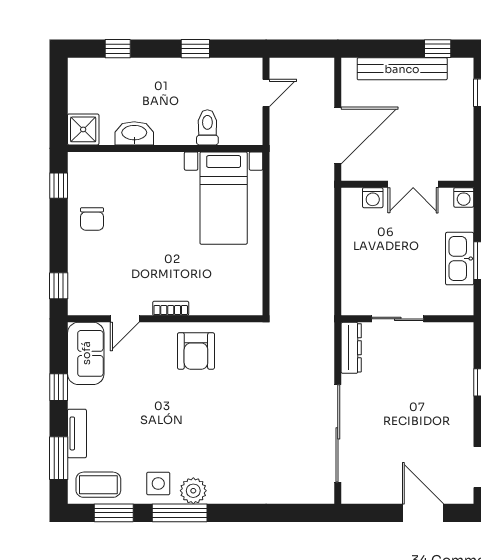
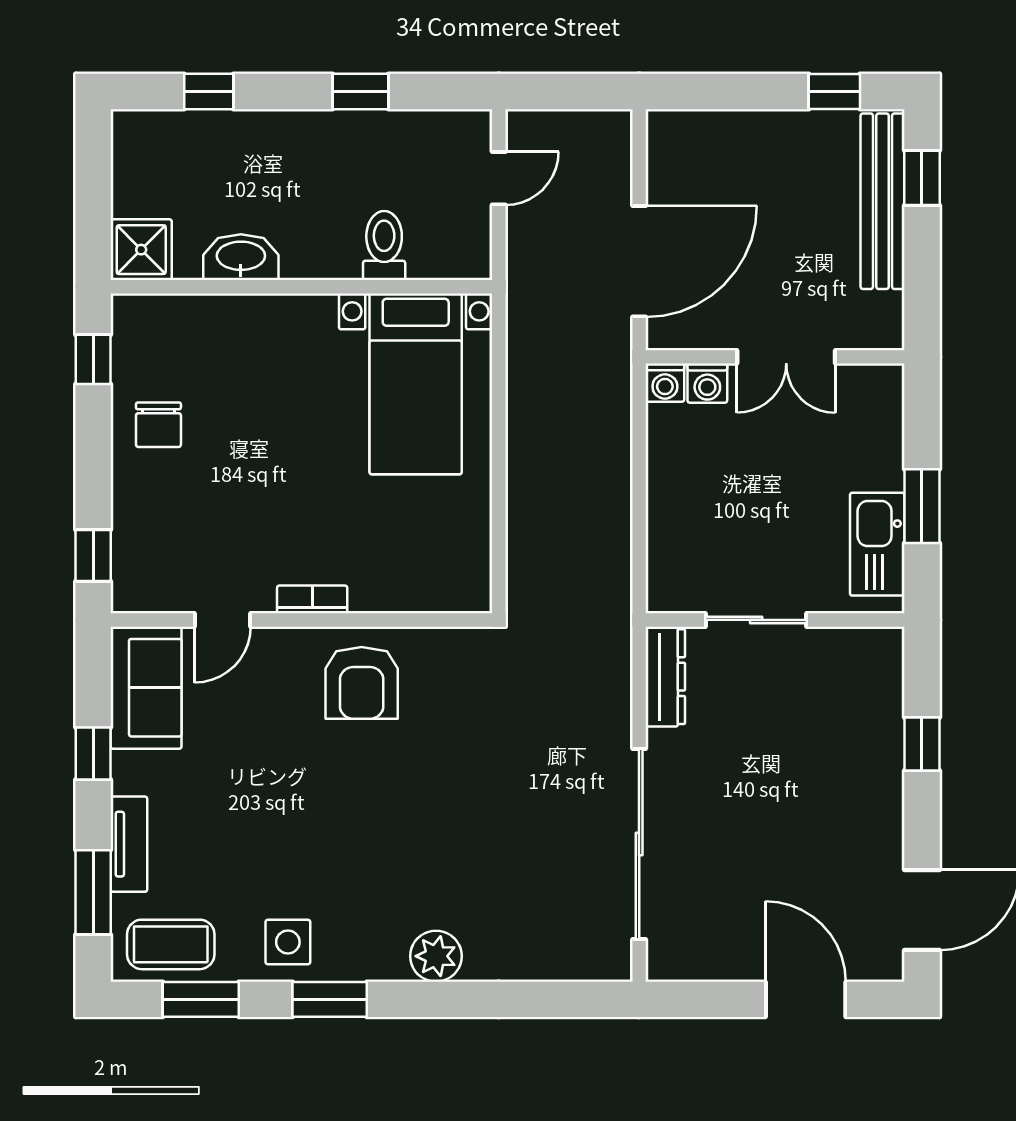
bench: (402, 69) -> (883, 201), moved, turned 90
washing machine: (464, 197) -> (665, 383), moved
kitchen sink: (460, 259) -> (877, 544), moved
plant: (193, 491) -> (436, 956), moved
window: (180, 513) -> (330, 999), width x0.69

